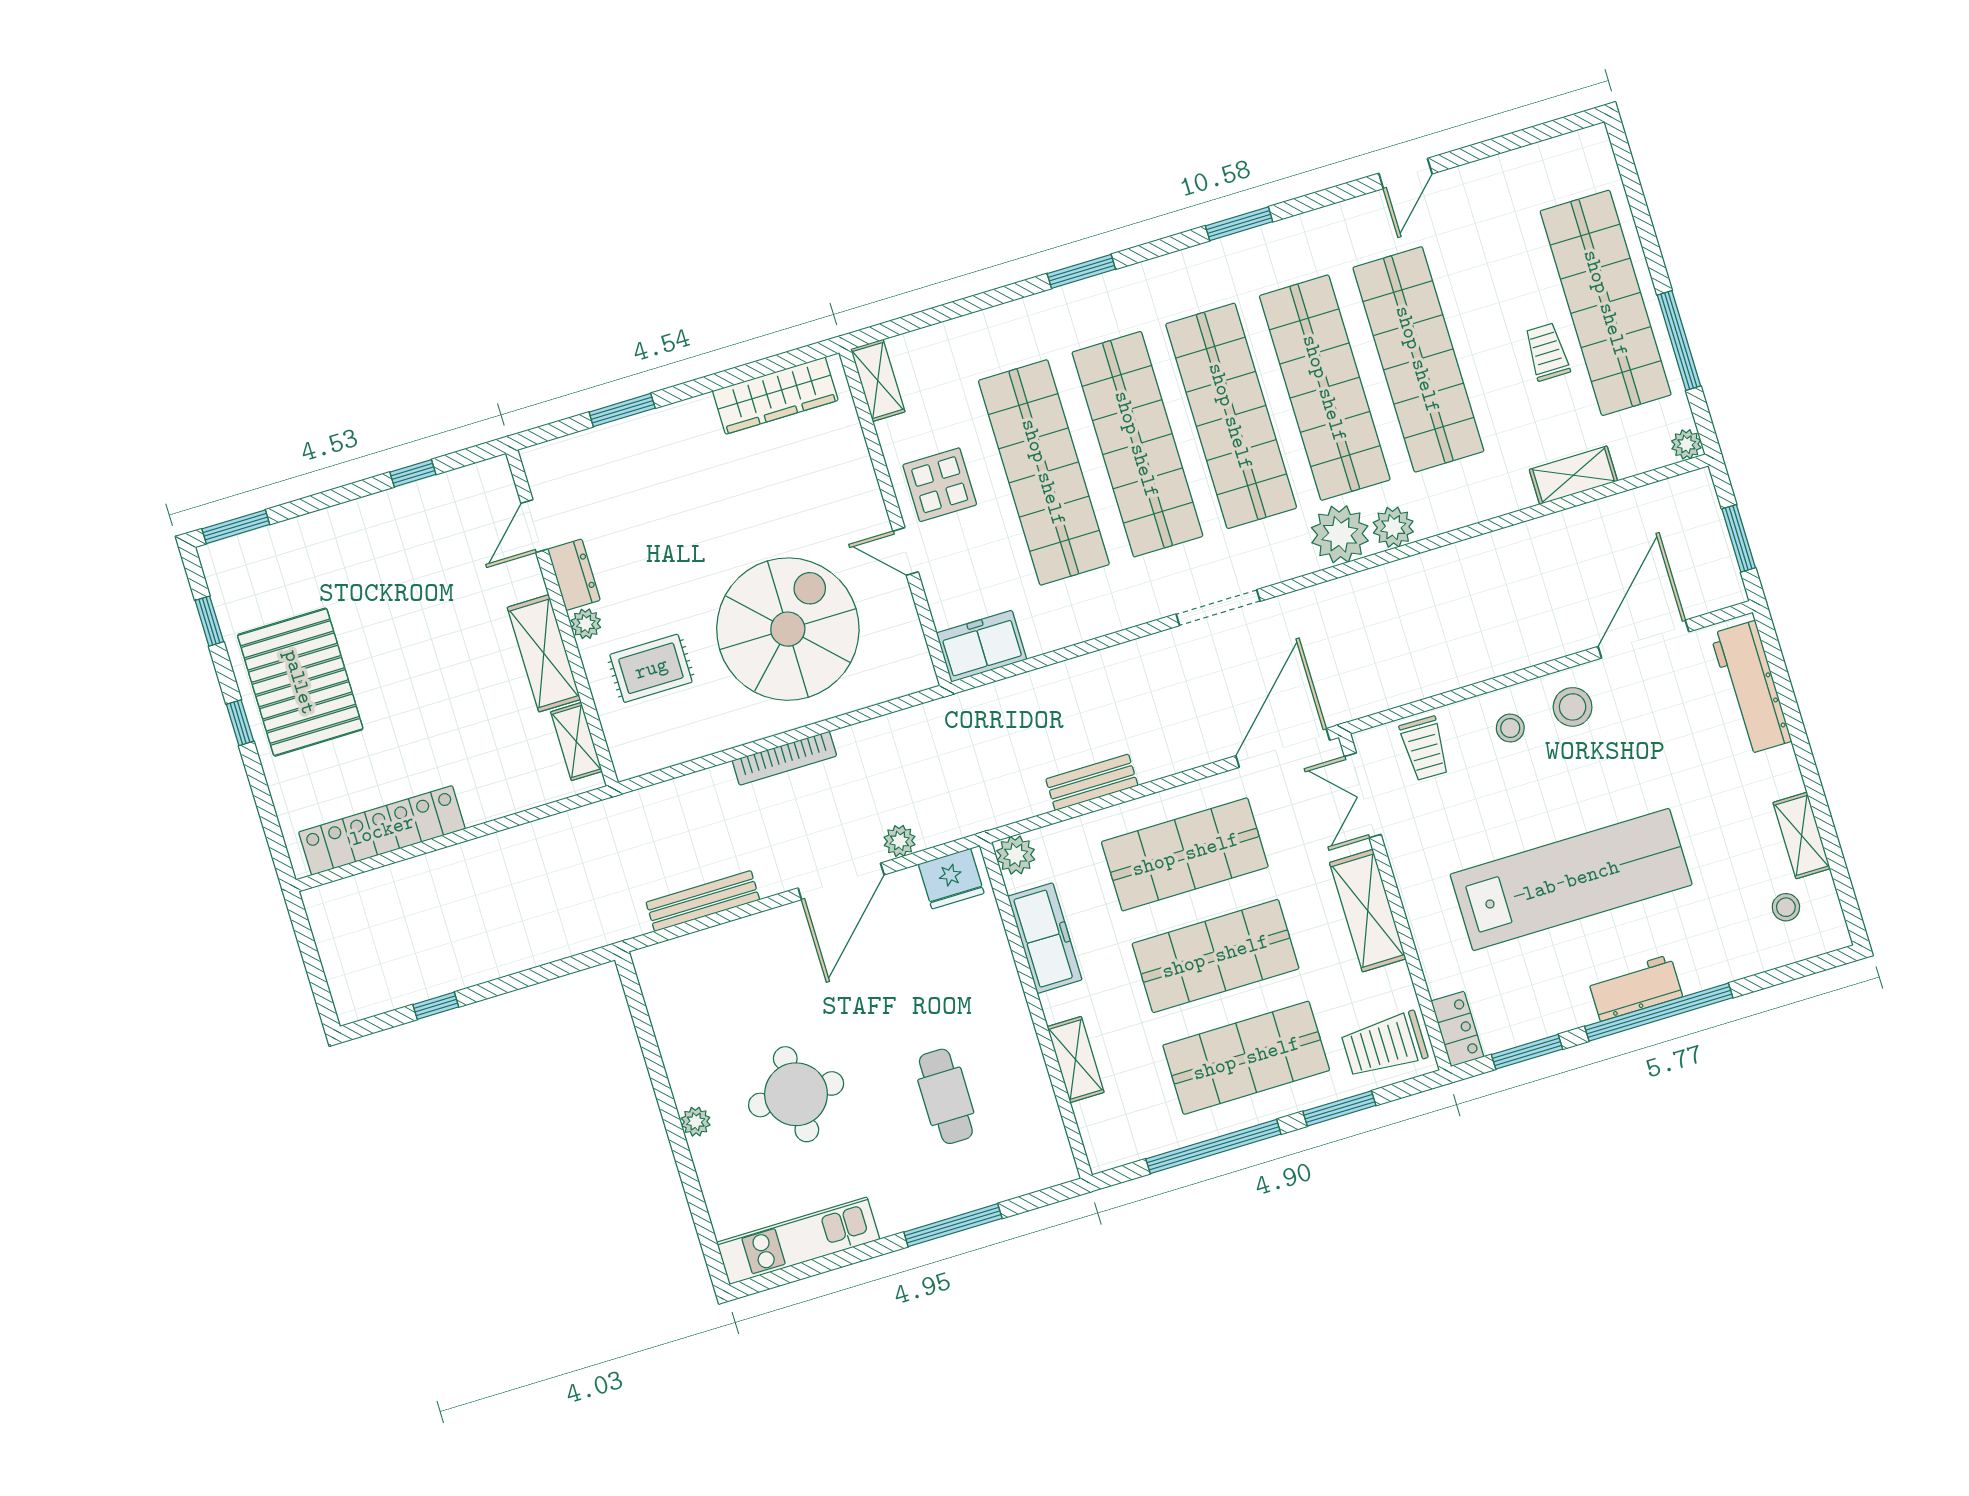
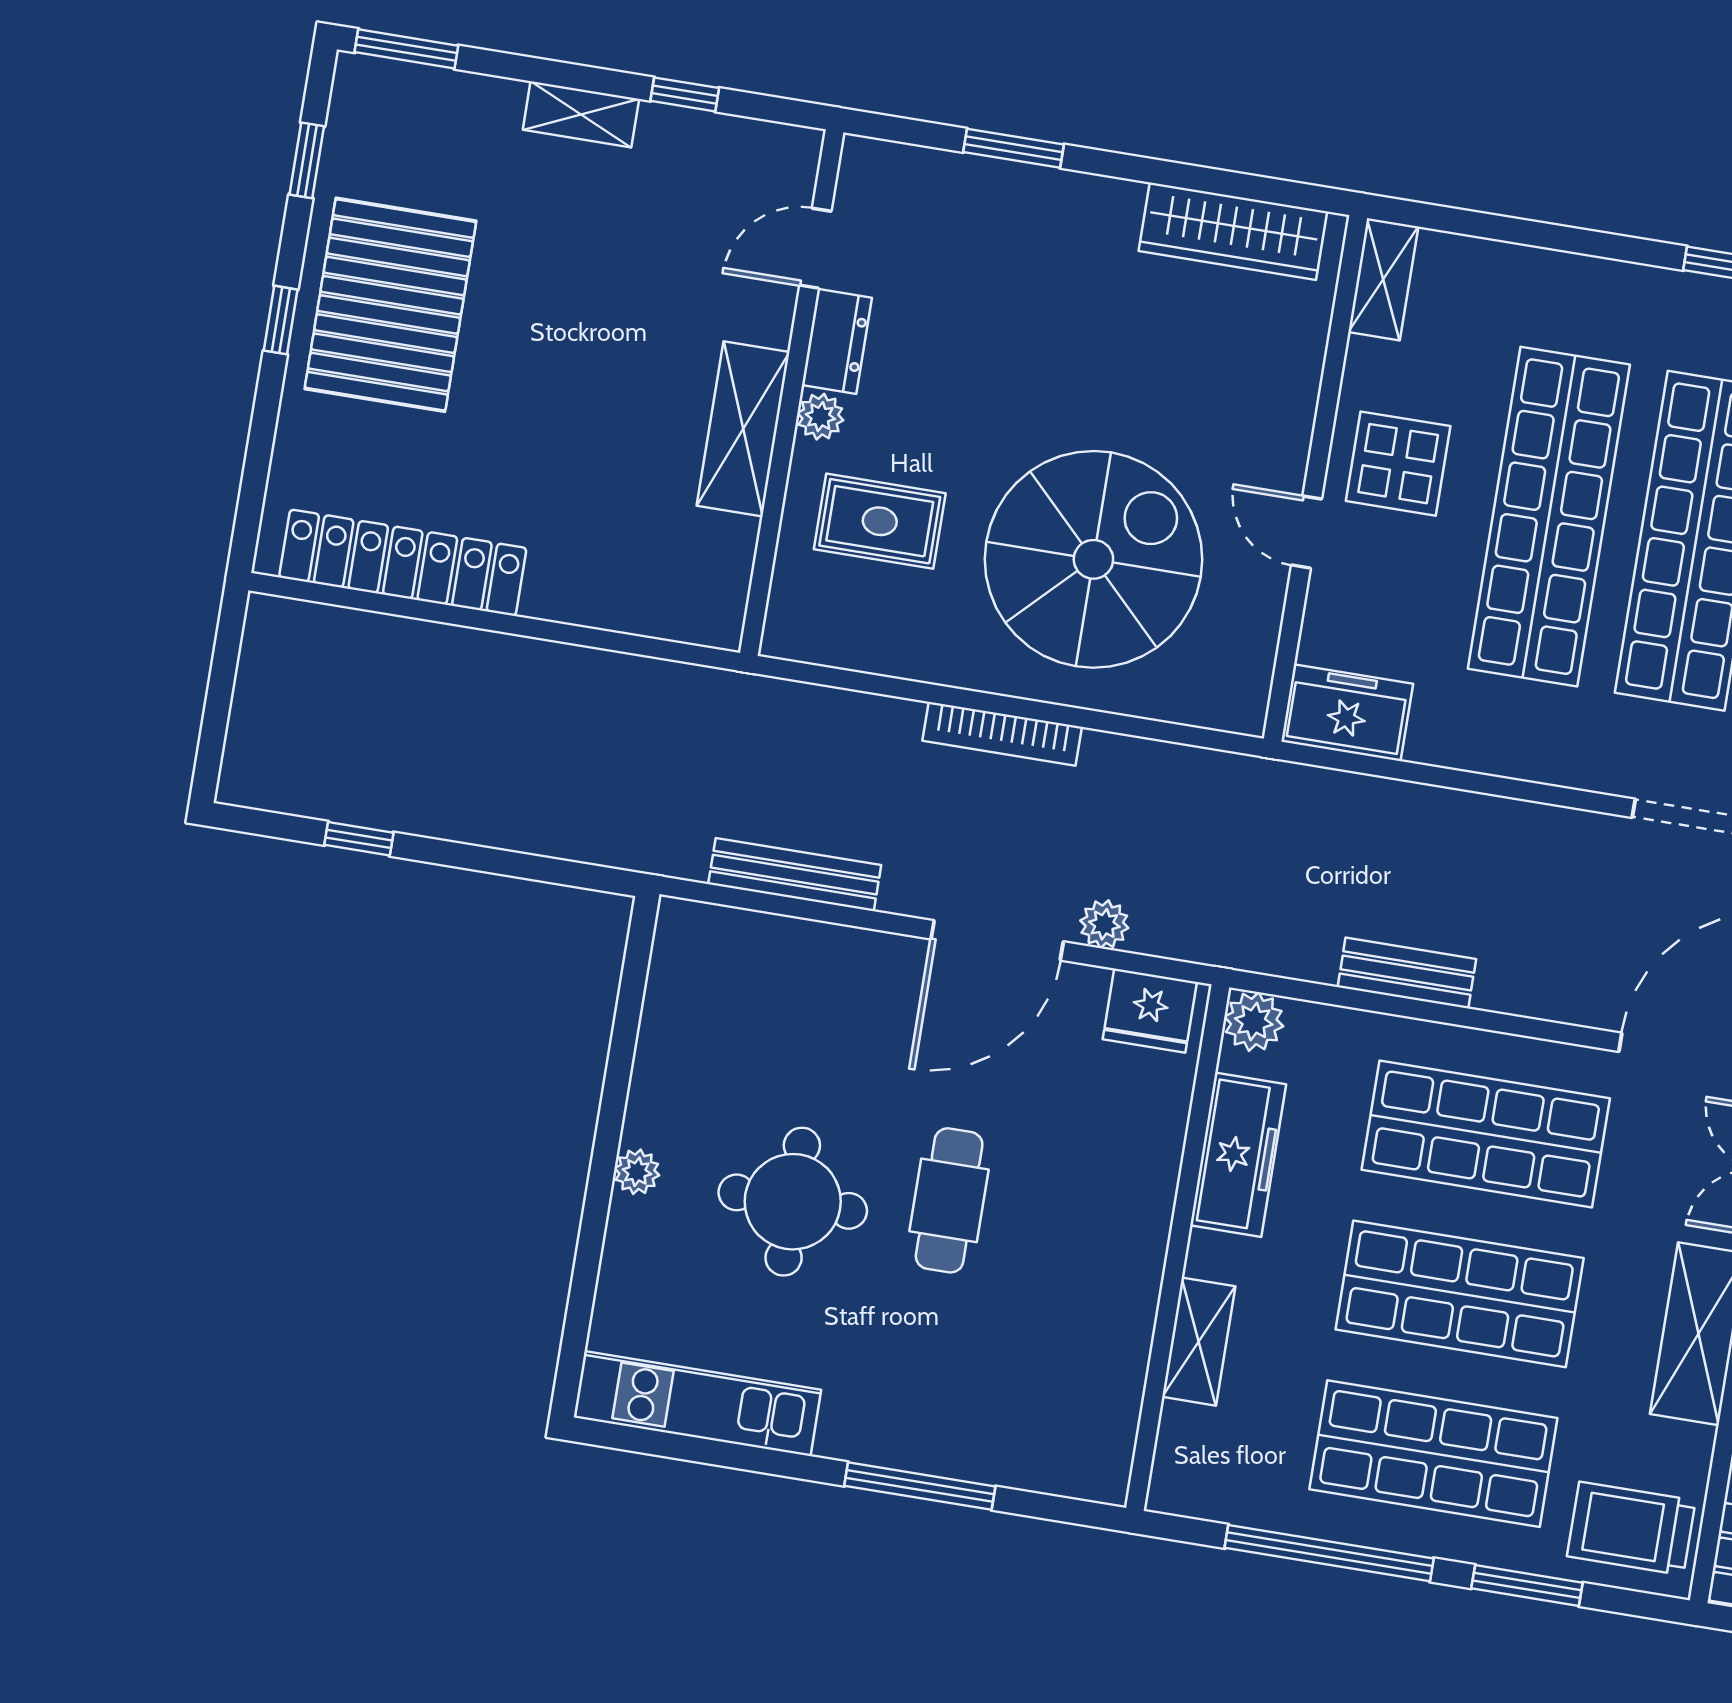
shelving: (576, 742) -> (581, 114), moved, turned 90
cafe table: (946, 1096) -> (949, 1200), moved

